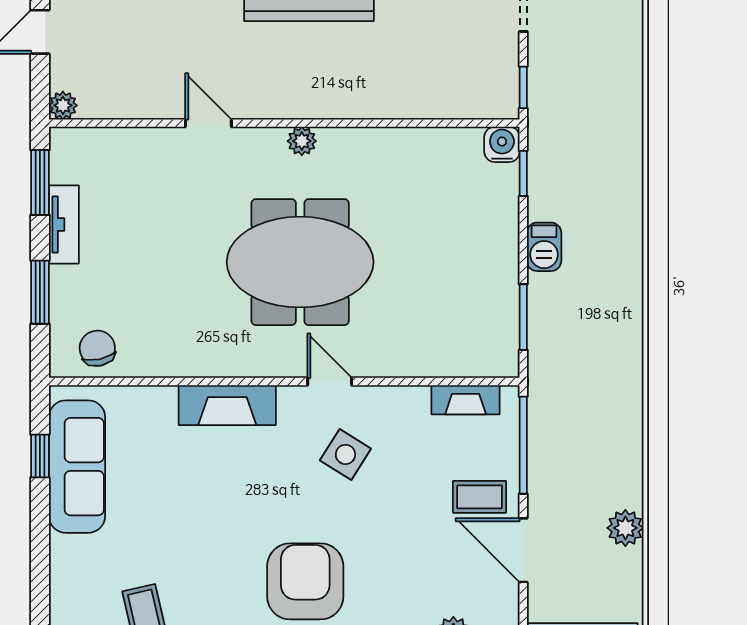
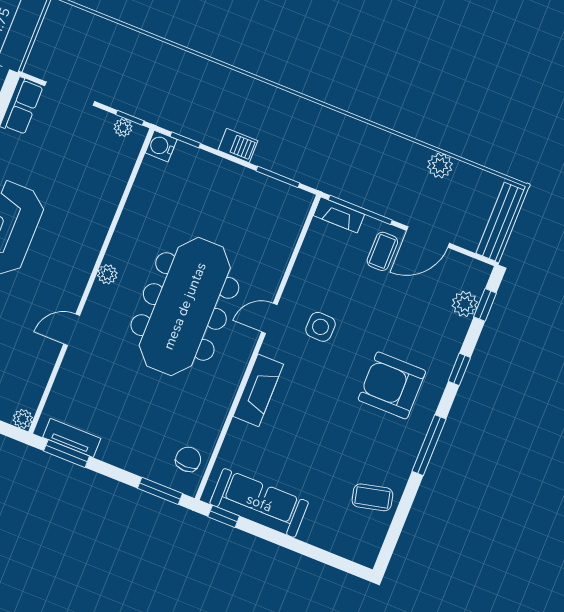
plant: (506, 84) -> (123, 128), added
tv unit: (64, 225) -> (72, 438), moved
meeting table: (300, 262) -> (185, 306), width x1.36
window: (40, 292) -> (160, 491), moved
chair: (97, 348) -> (188, 459), turned 102
fireplace: (466, 400) -> (339, 215), moved, turned 90
side table: (345, 454) -> (320, 327), turned -30
window: (40, 456) -> (224, 516), moved

